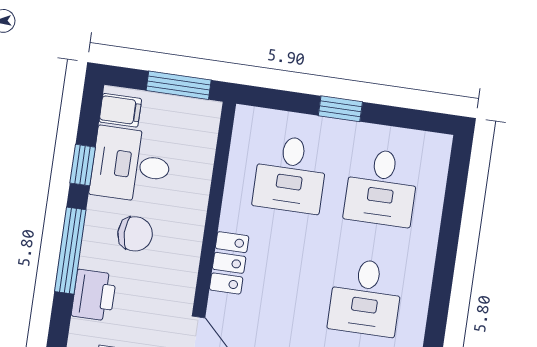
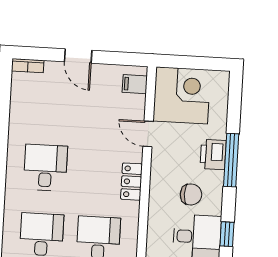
chair: (135, 234) -> (191, 194), turned 180
window: (70, 251) -> (231, 160), moved

